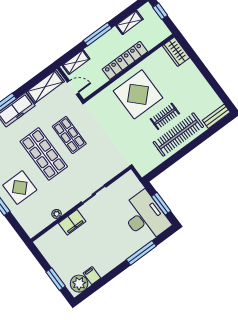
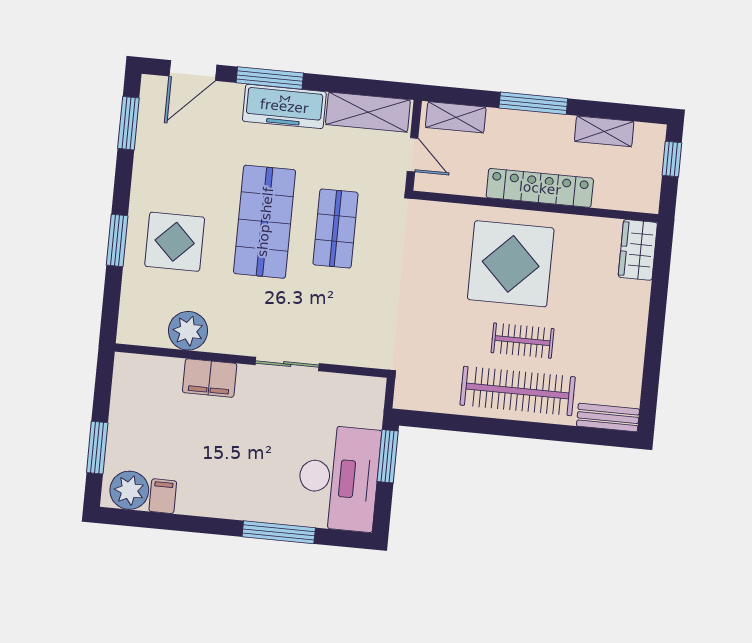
window: (161, 204) -> (388, 456), moved
plant: (57, 214) -> (188, 331), width x1.87, depth x1.87

